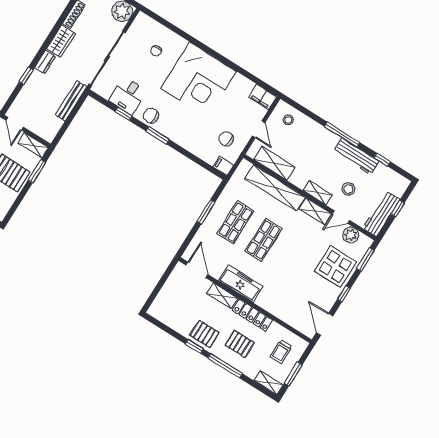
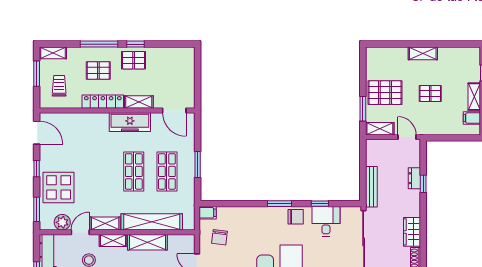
dresser: (45, 62) -> (414, 178), moved
chair: (226, 139) -> (219, 237), turned 97
shelving: (274, 163) -> (147, 242), moved

